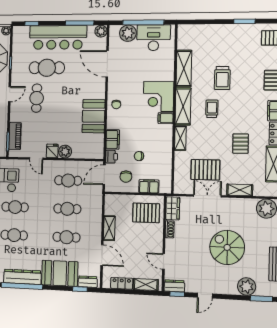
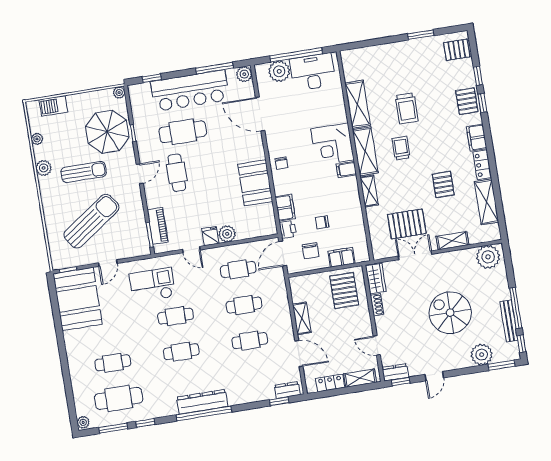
pallet: (146, 213) -> (344, 291), turned 90
booth: (60, 273) -> (250, 387), removed

